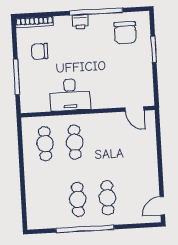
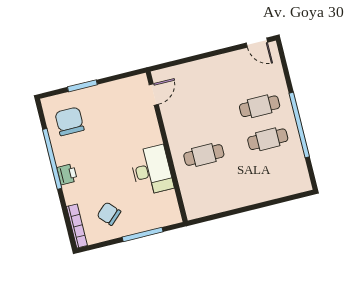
chair: (125, 33) -> (70, 121), turned -90
chair: (40, 51) -> (109, 214), turned 137
cafe table: (45, 144) -> (212, 188), removed

